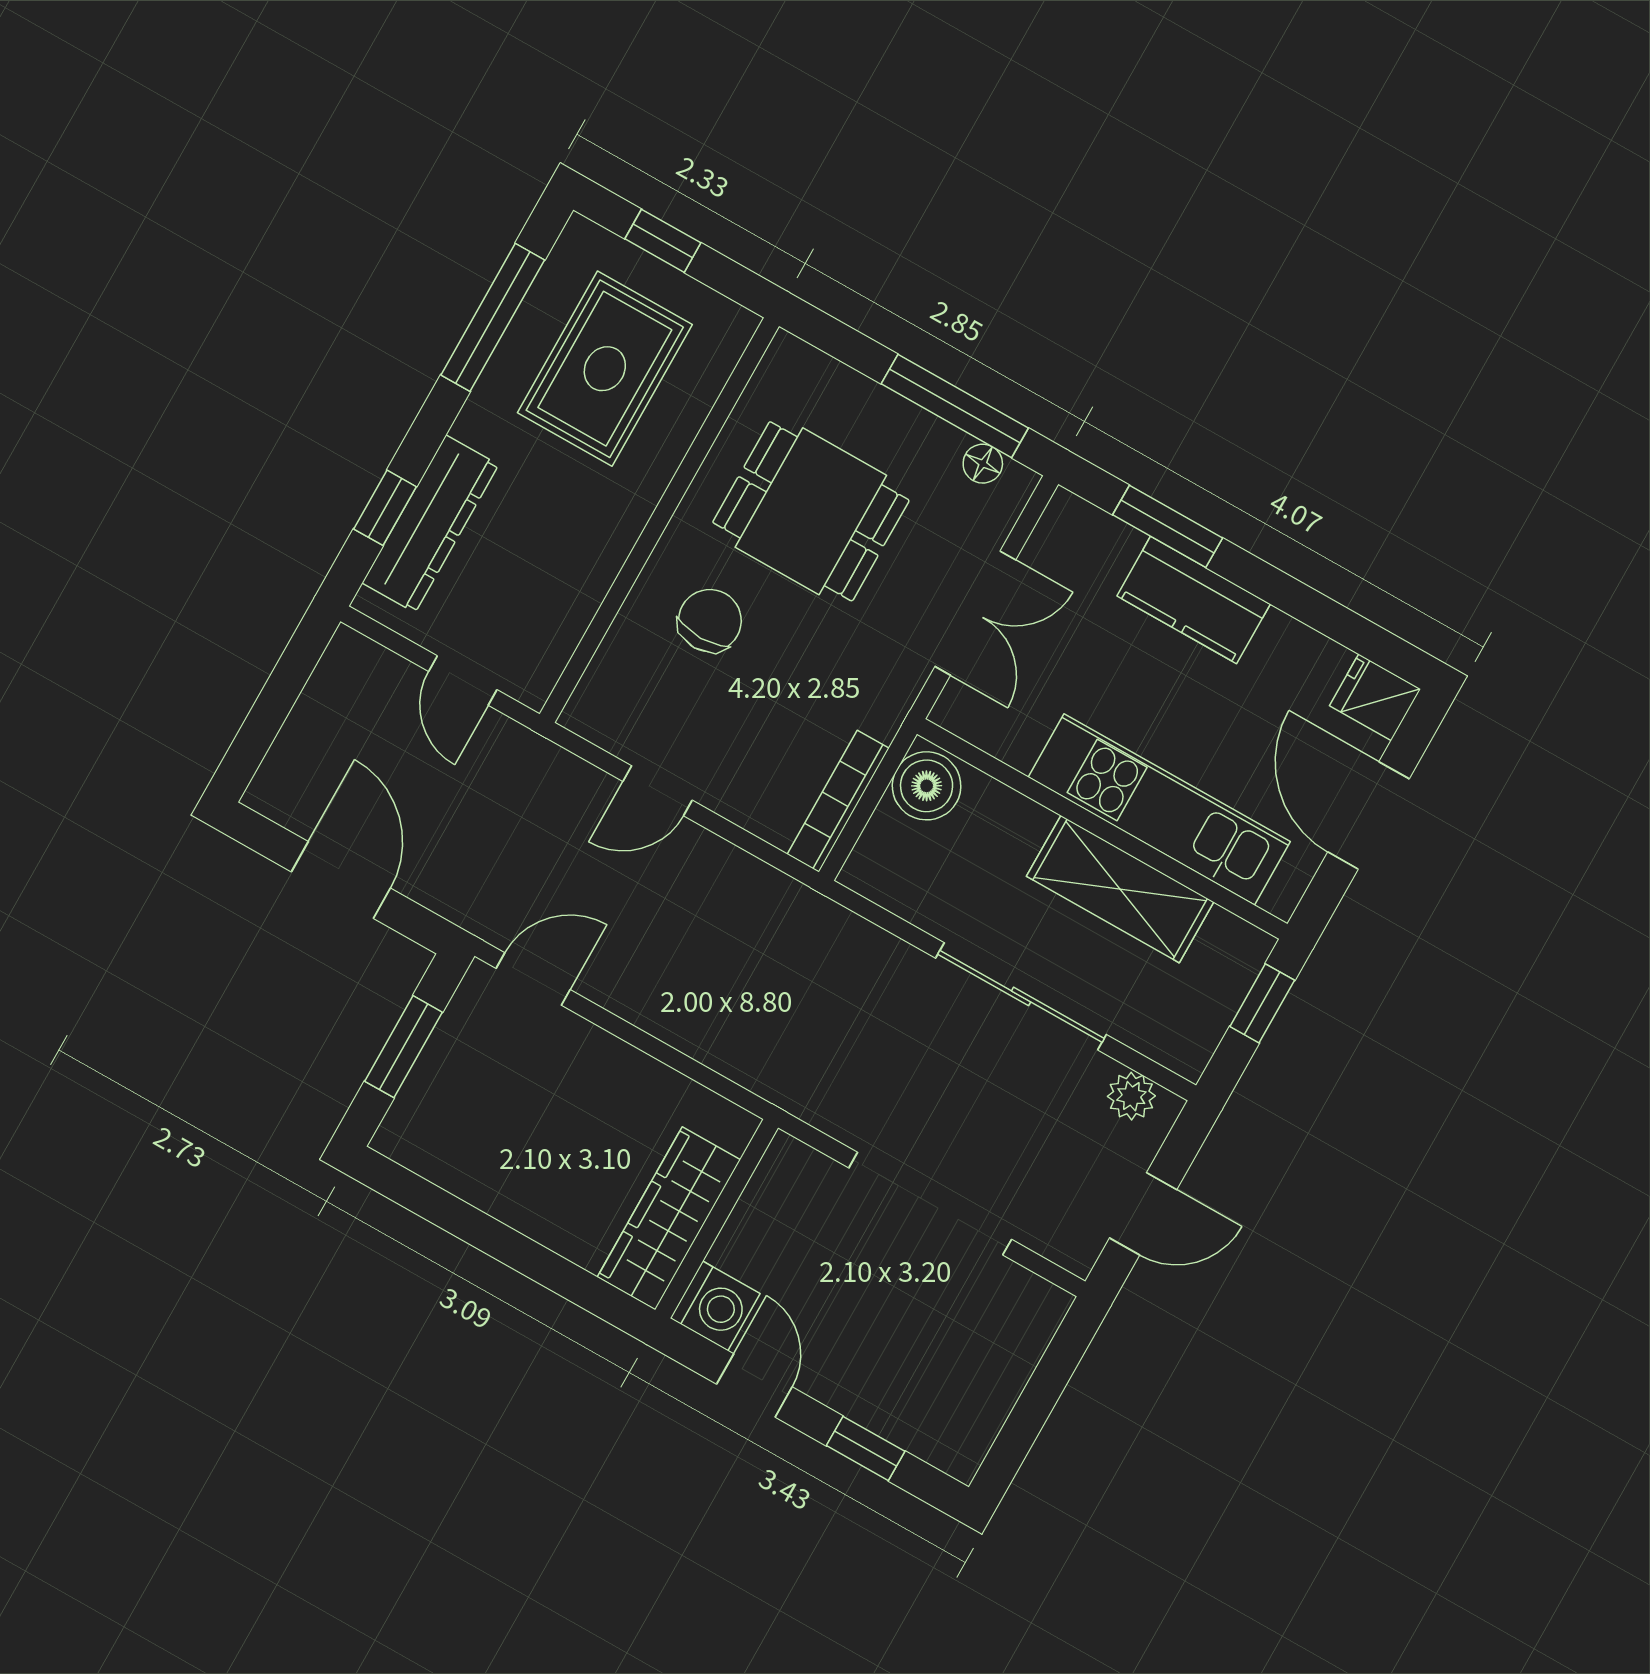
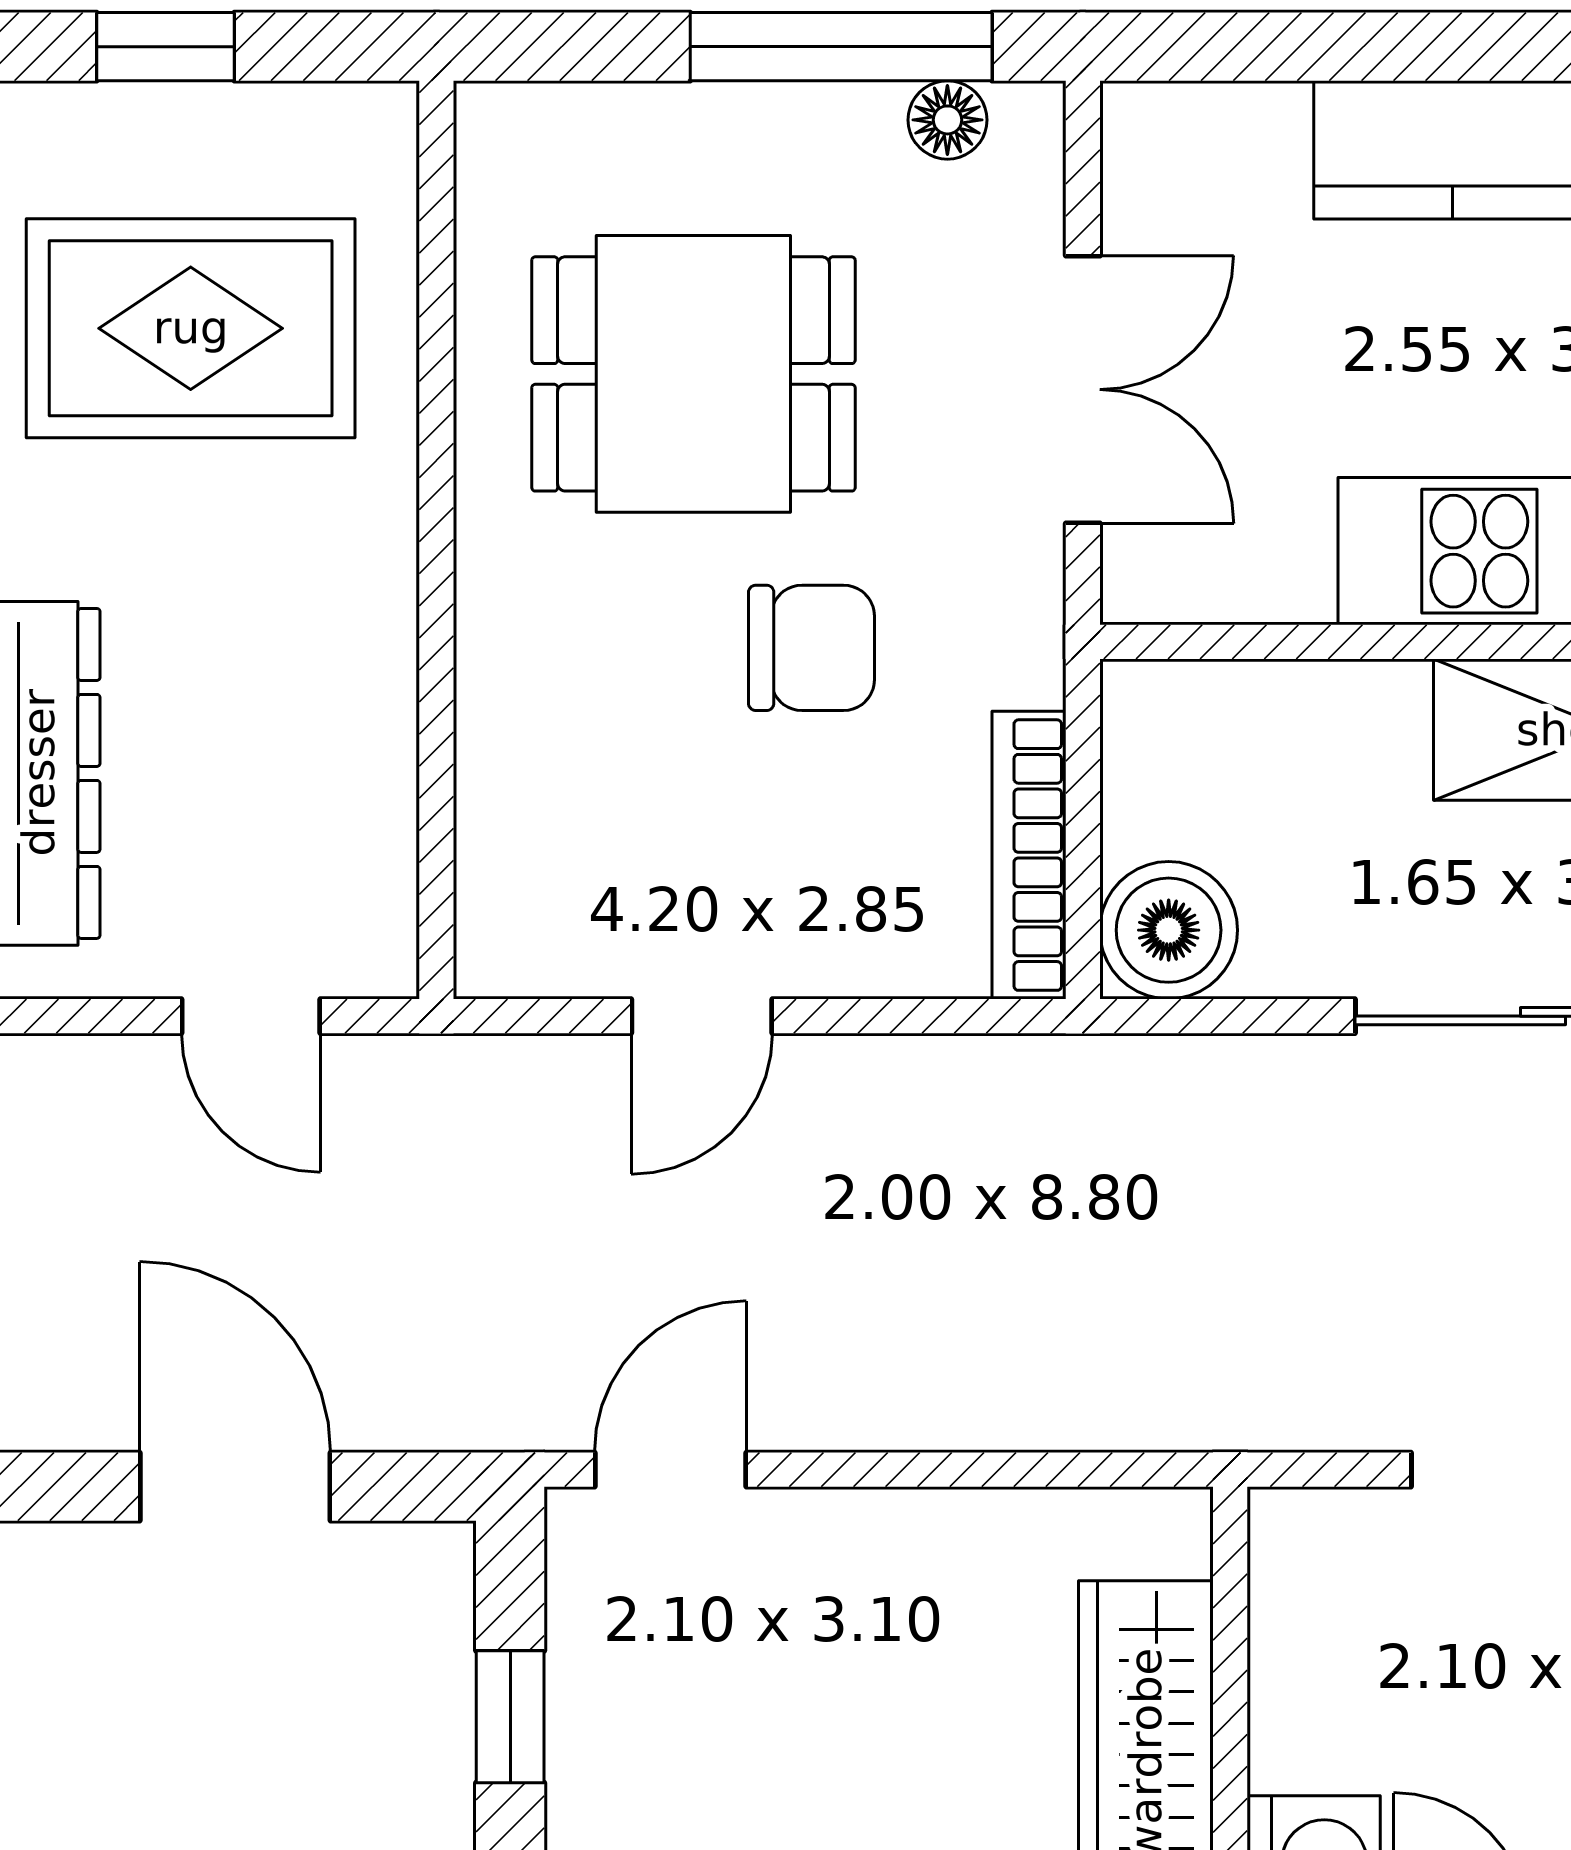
rug: (605, 369) -> (191, 328), turned 90
window: (1168, 526) -> (1334, 47), removed
chair: (710, 621) -> (811, 648), moved, turned 90
boiler: (927, 786) -> (1169, 930), moved
window: (403, 1047) -> (510, 1717), width x0.67

